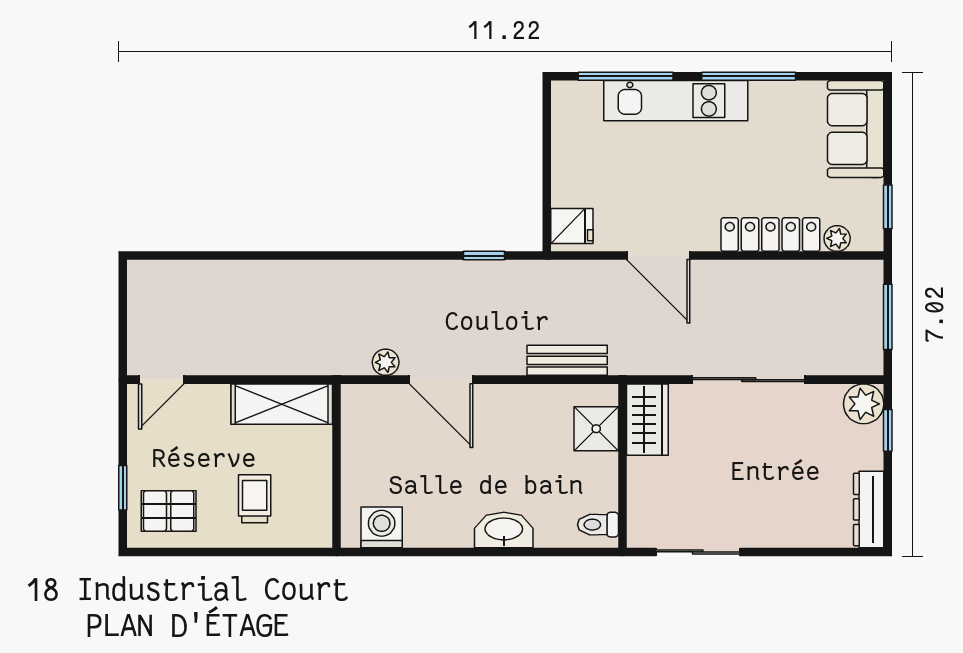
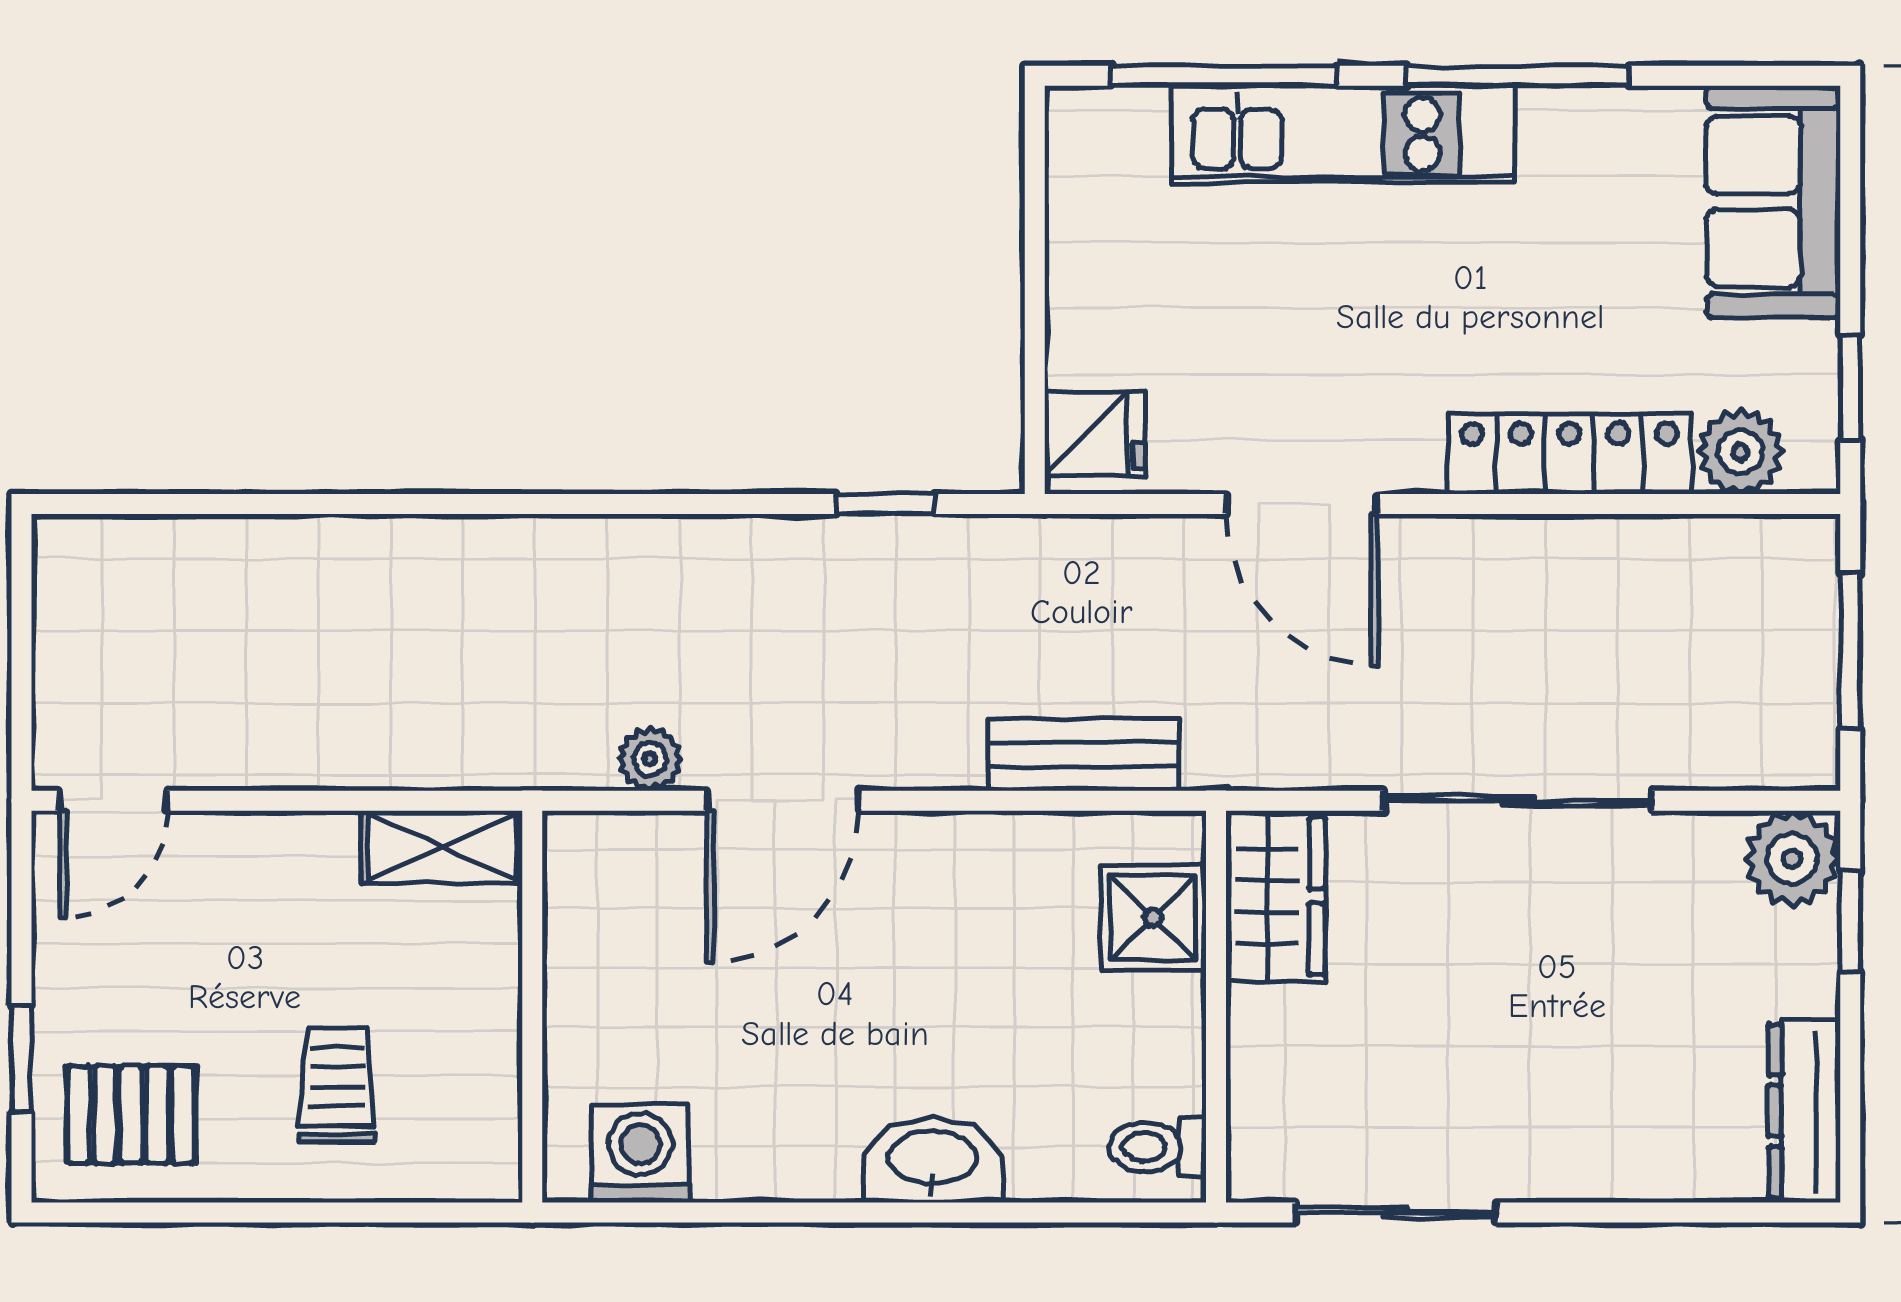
plant: (837, 238) -> (1740, 452), width x1.38, depth x1.38
door: (441, 380) -> (782, 801), hinge flipped
shelving: (282, 404) -> (442, 847), width x0.67, depth x0.75

